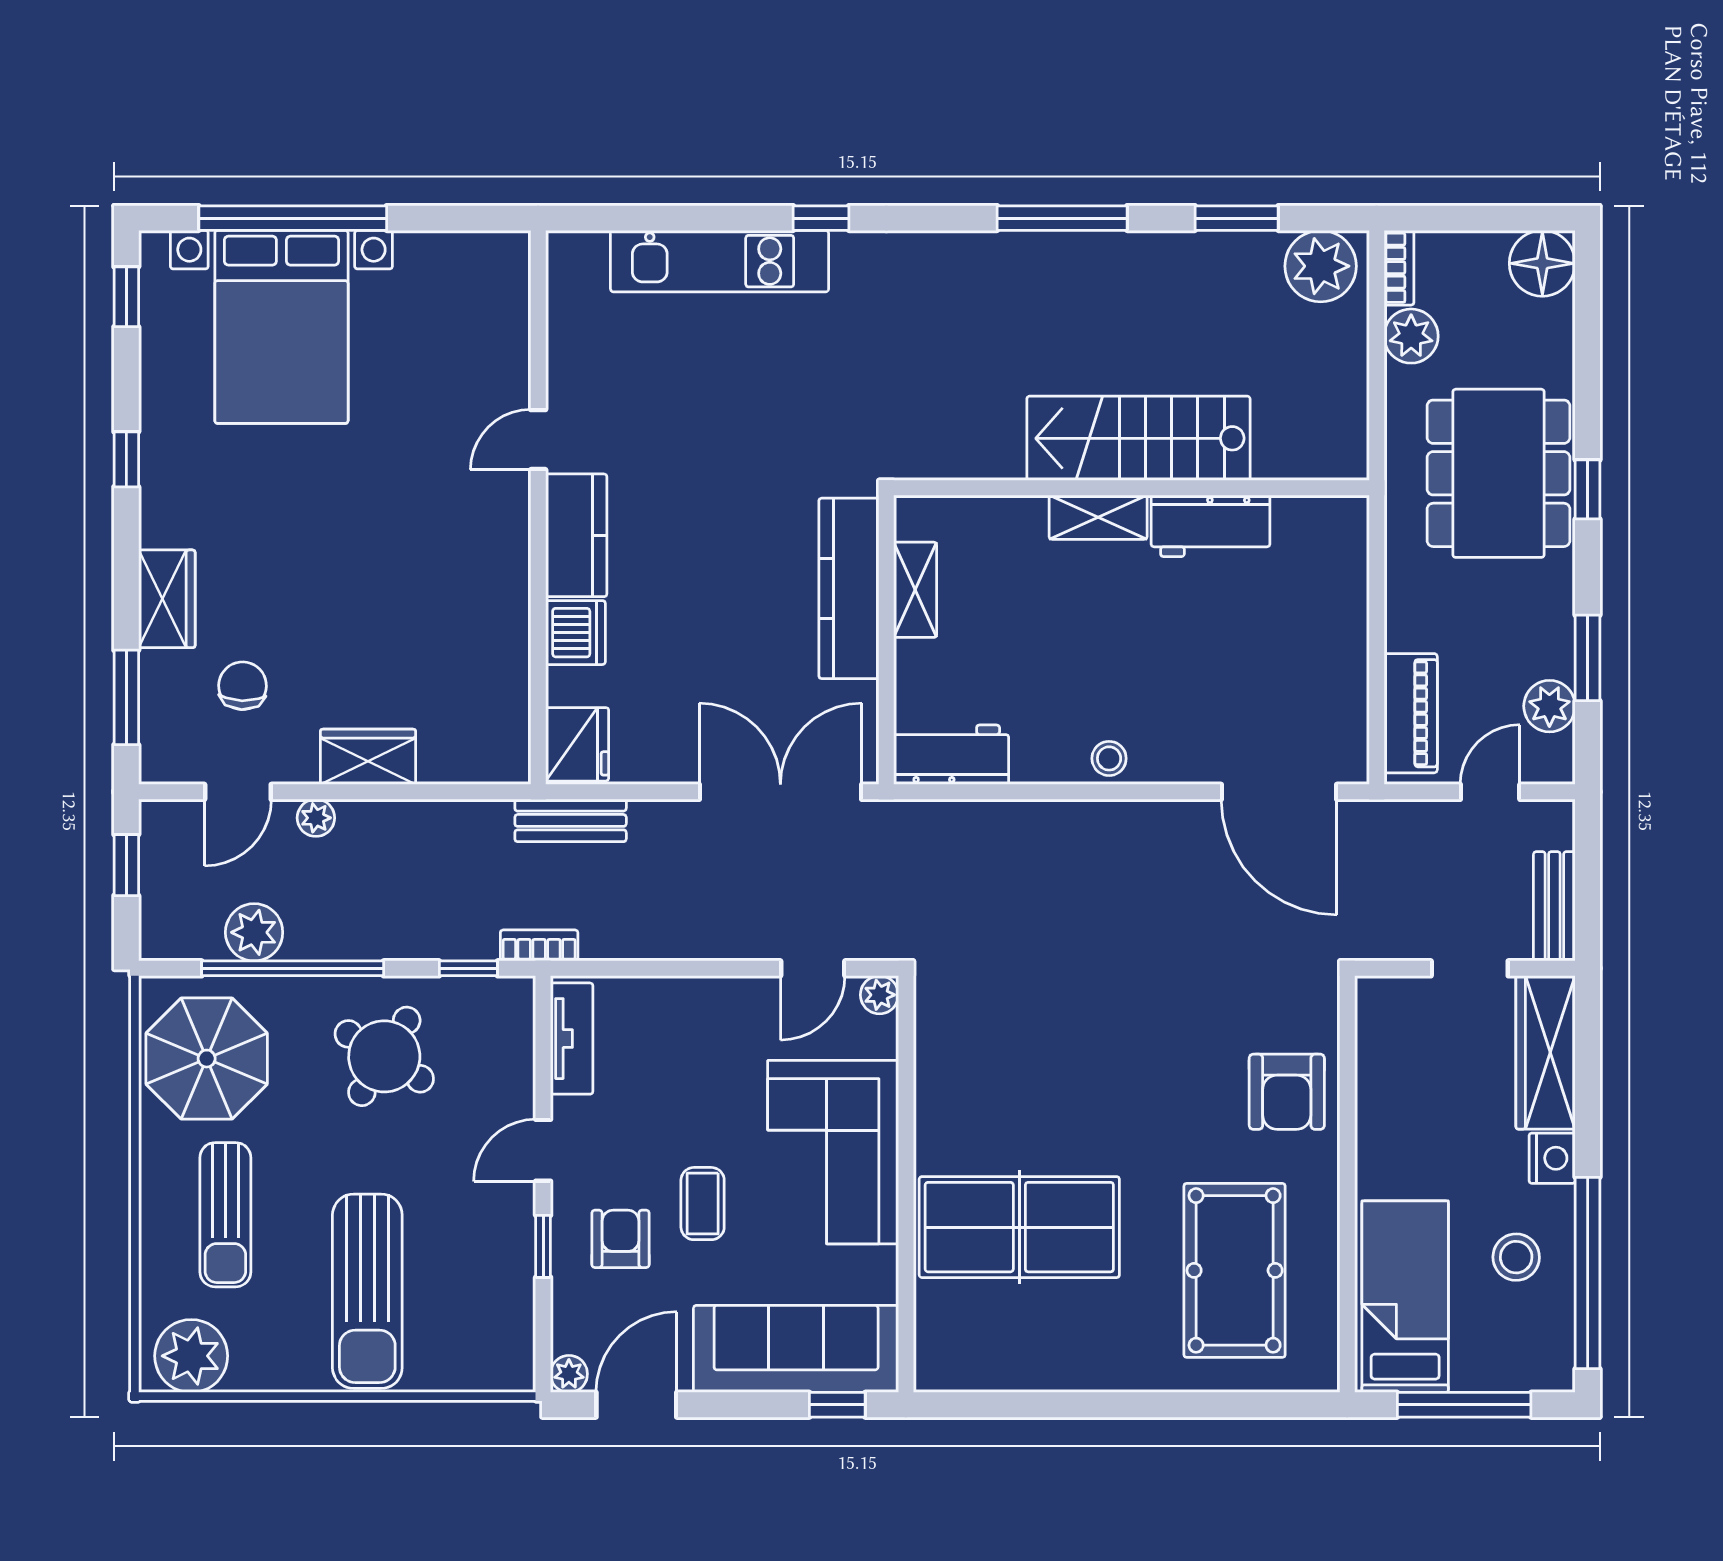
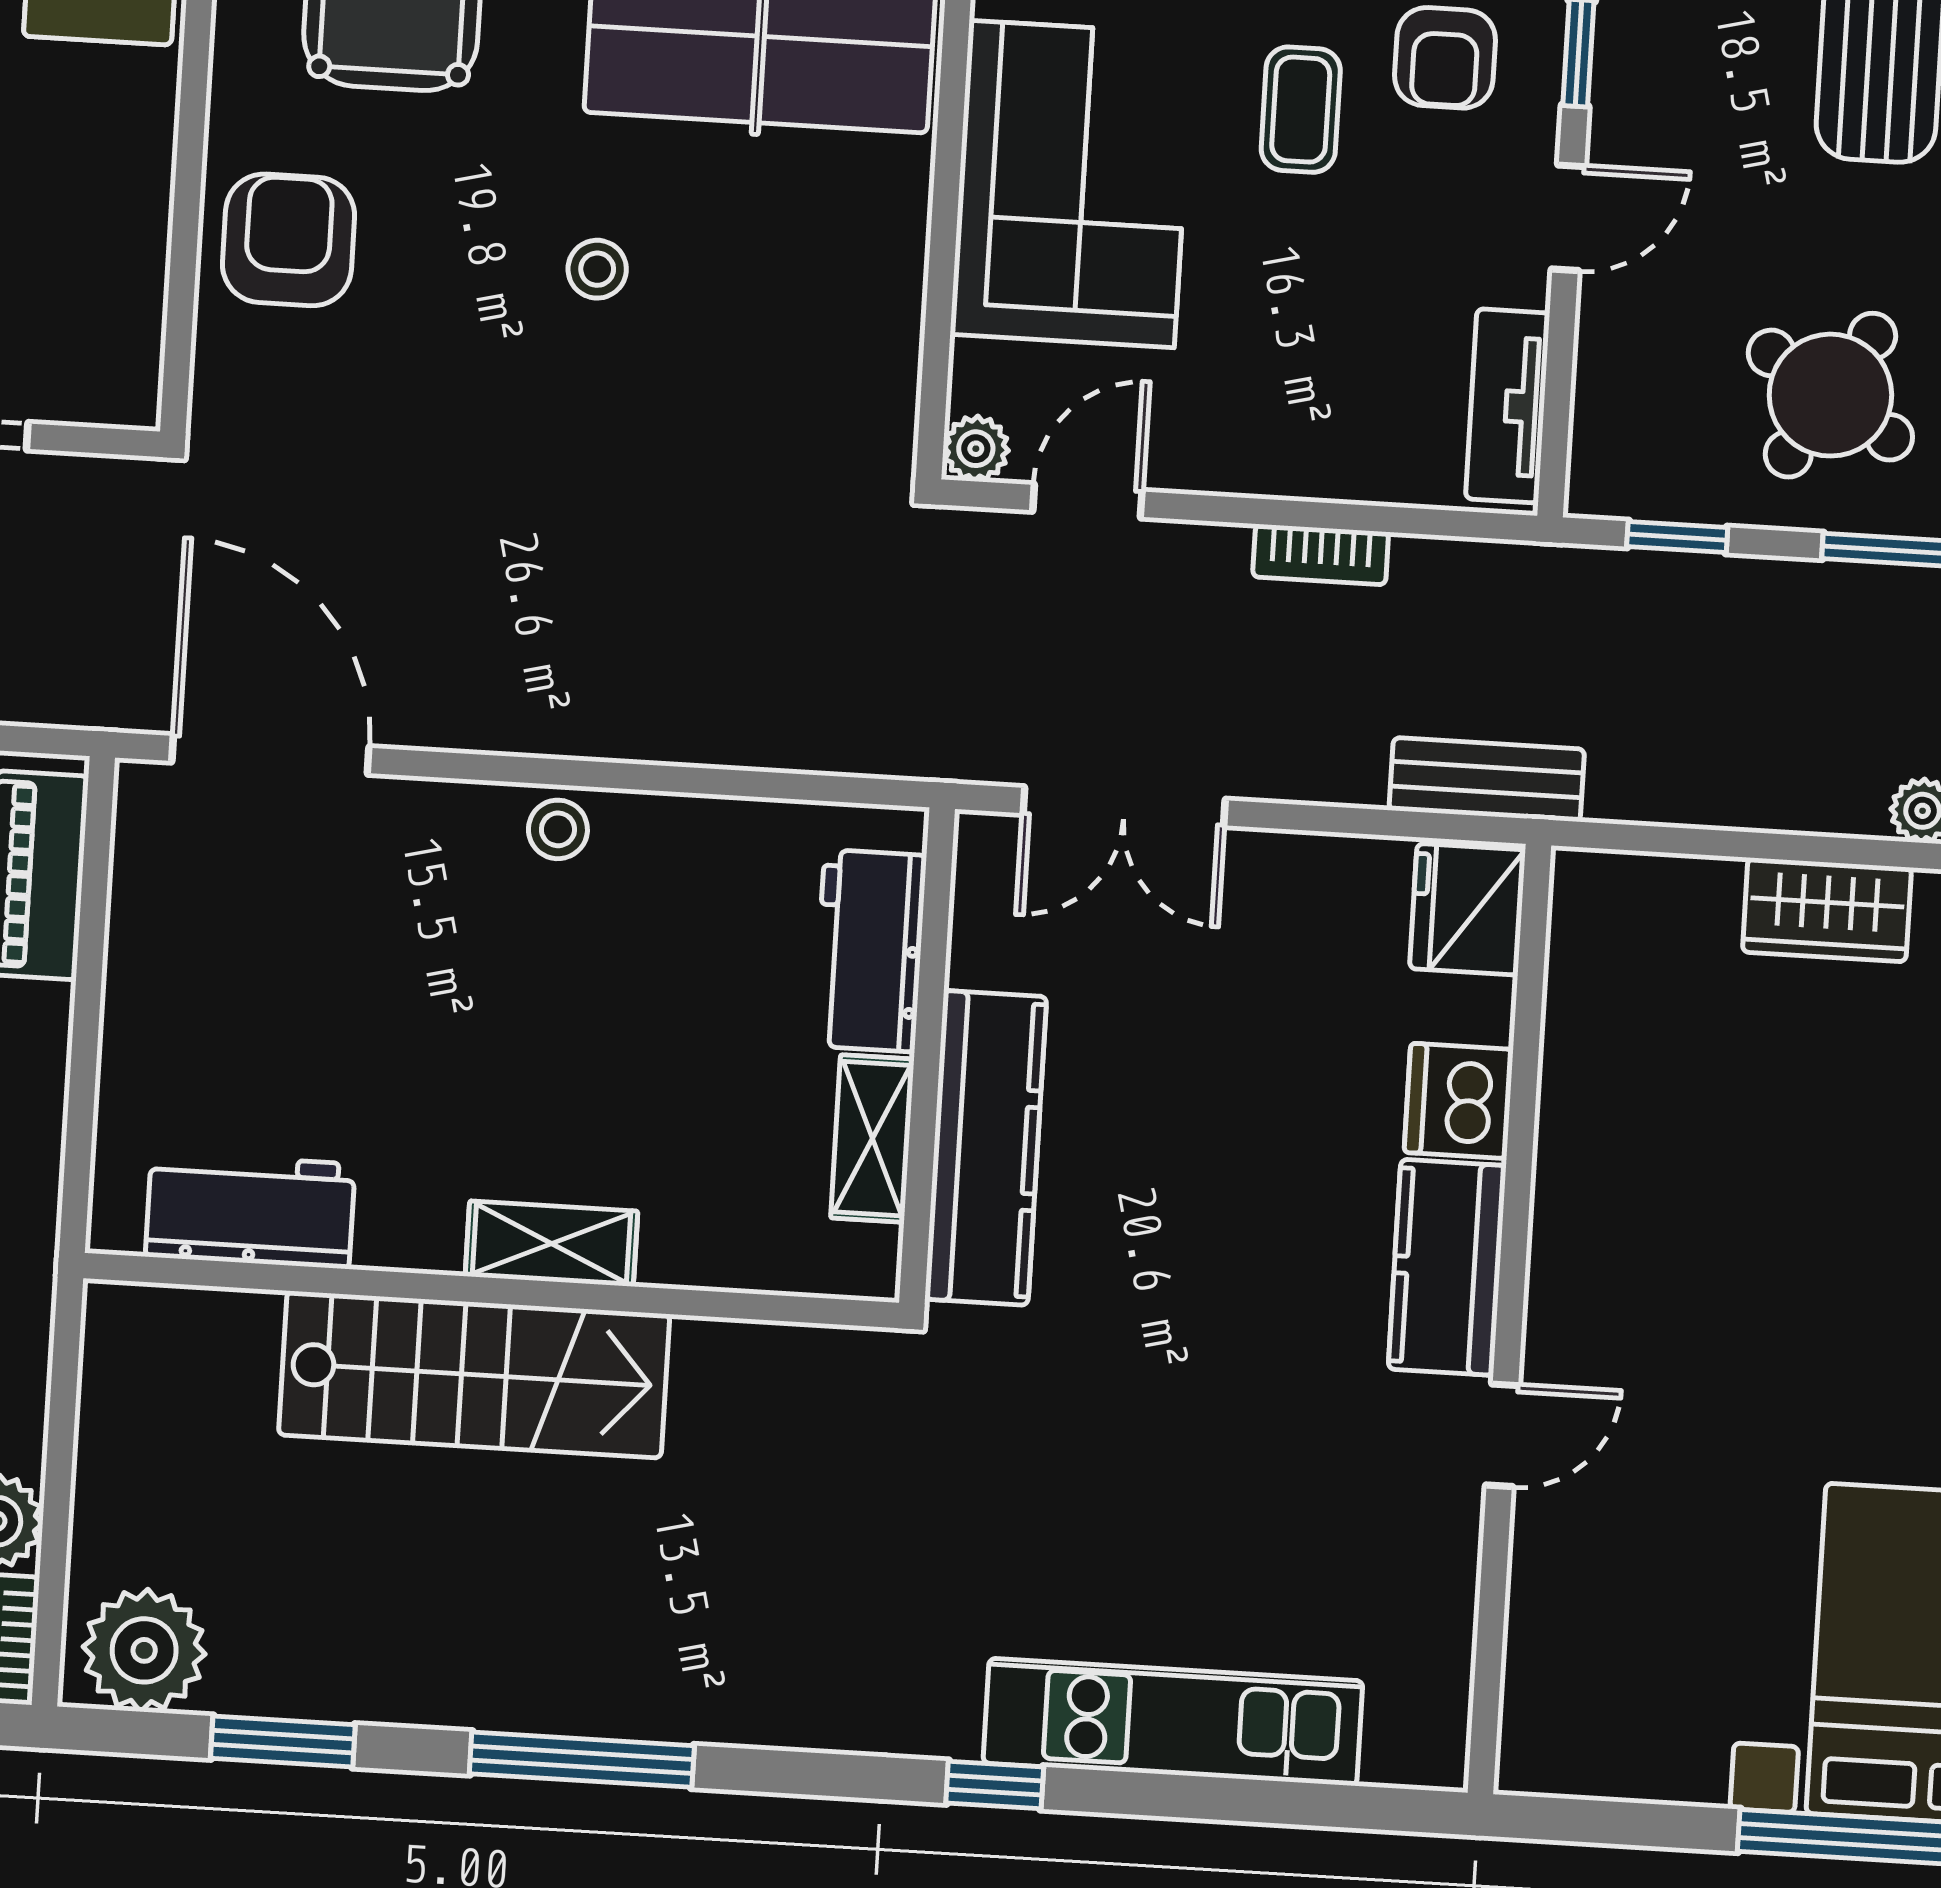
workbench: (1210, 526) -> (250, 1210), moved
workbench: (951, 755) -> (870, 951), moved, turned 90
double door: (780, 792) -> (1124, 807), width x0.73
bookcase: (539, 945) -> (1321, 555), moved
stool: (1106, 1086) -> (597, 269), added

